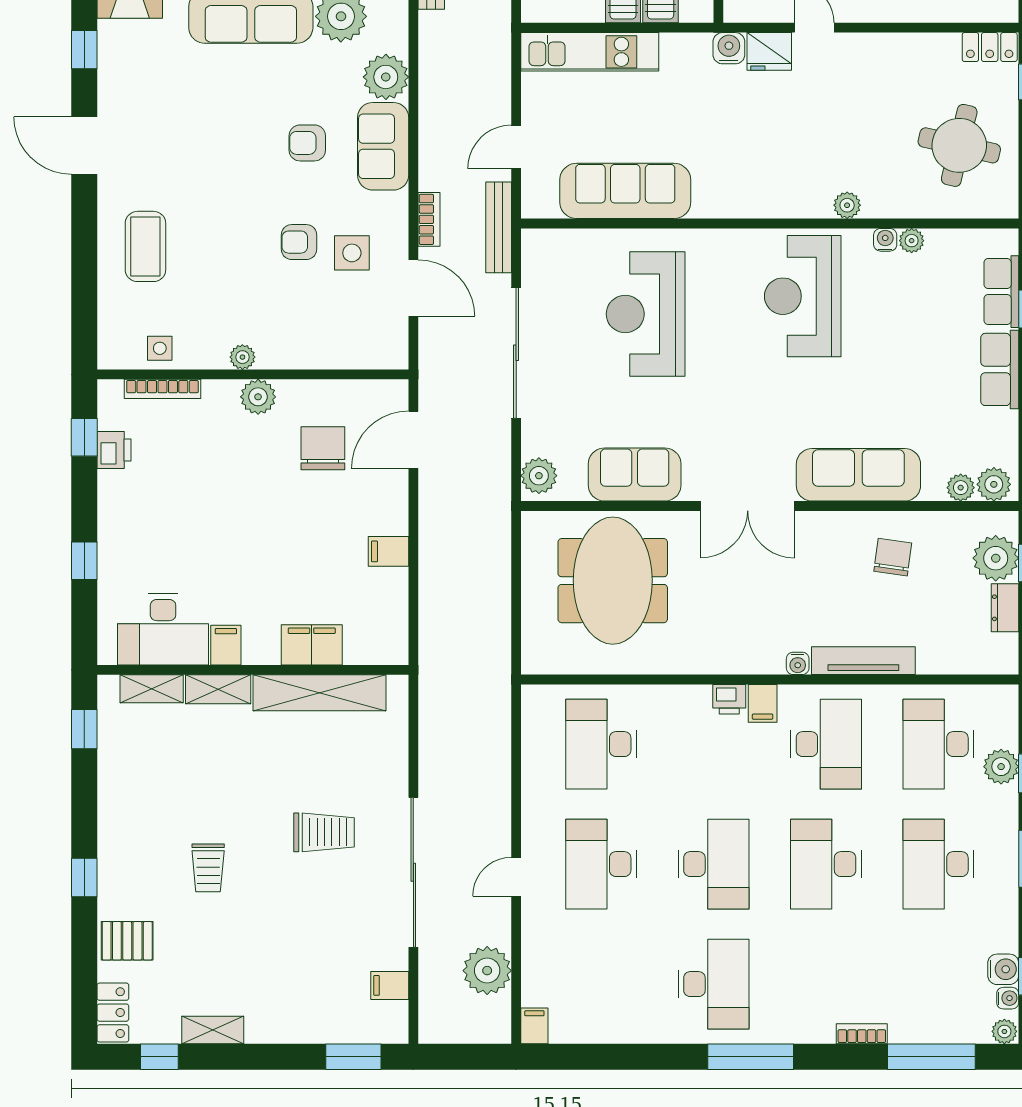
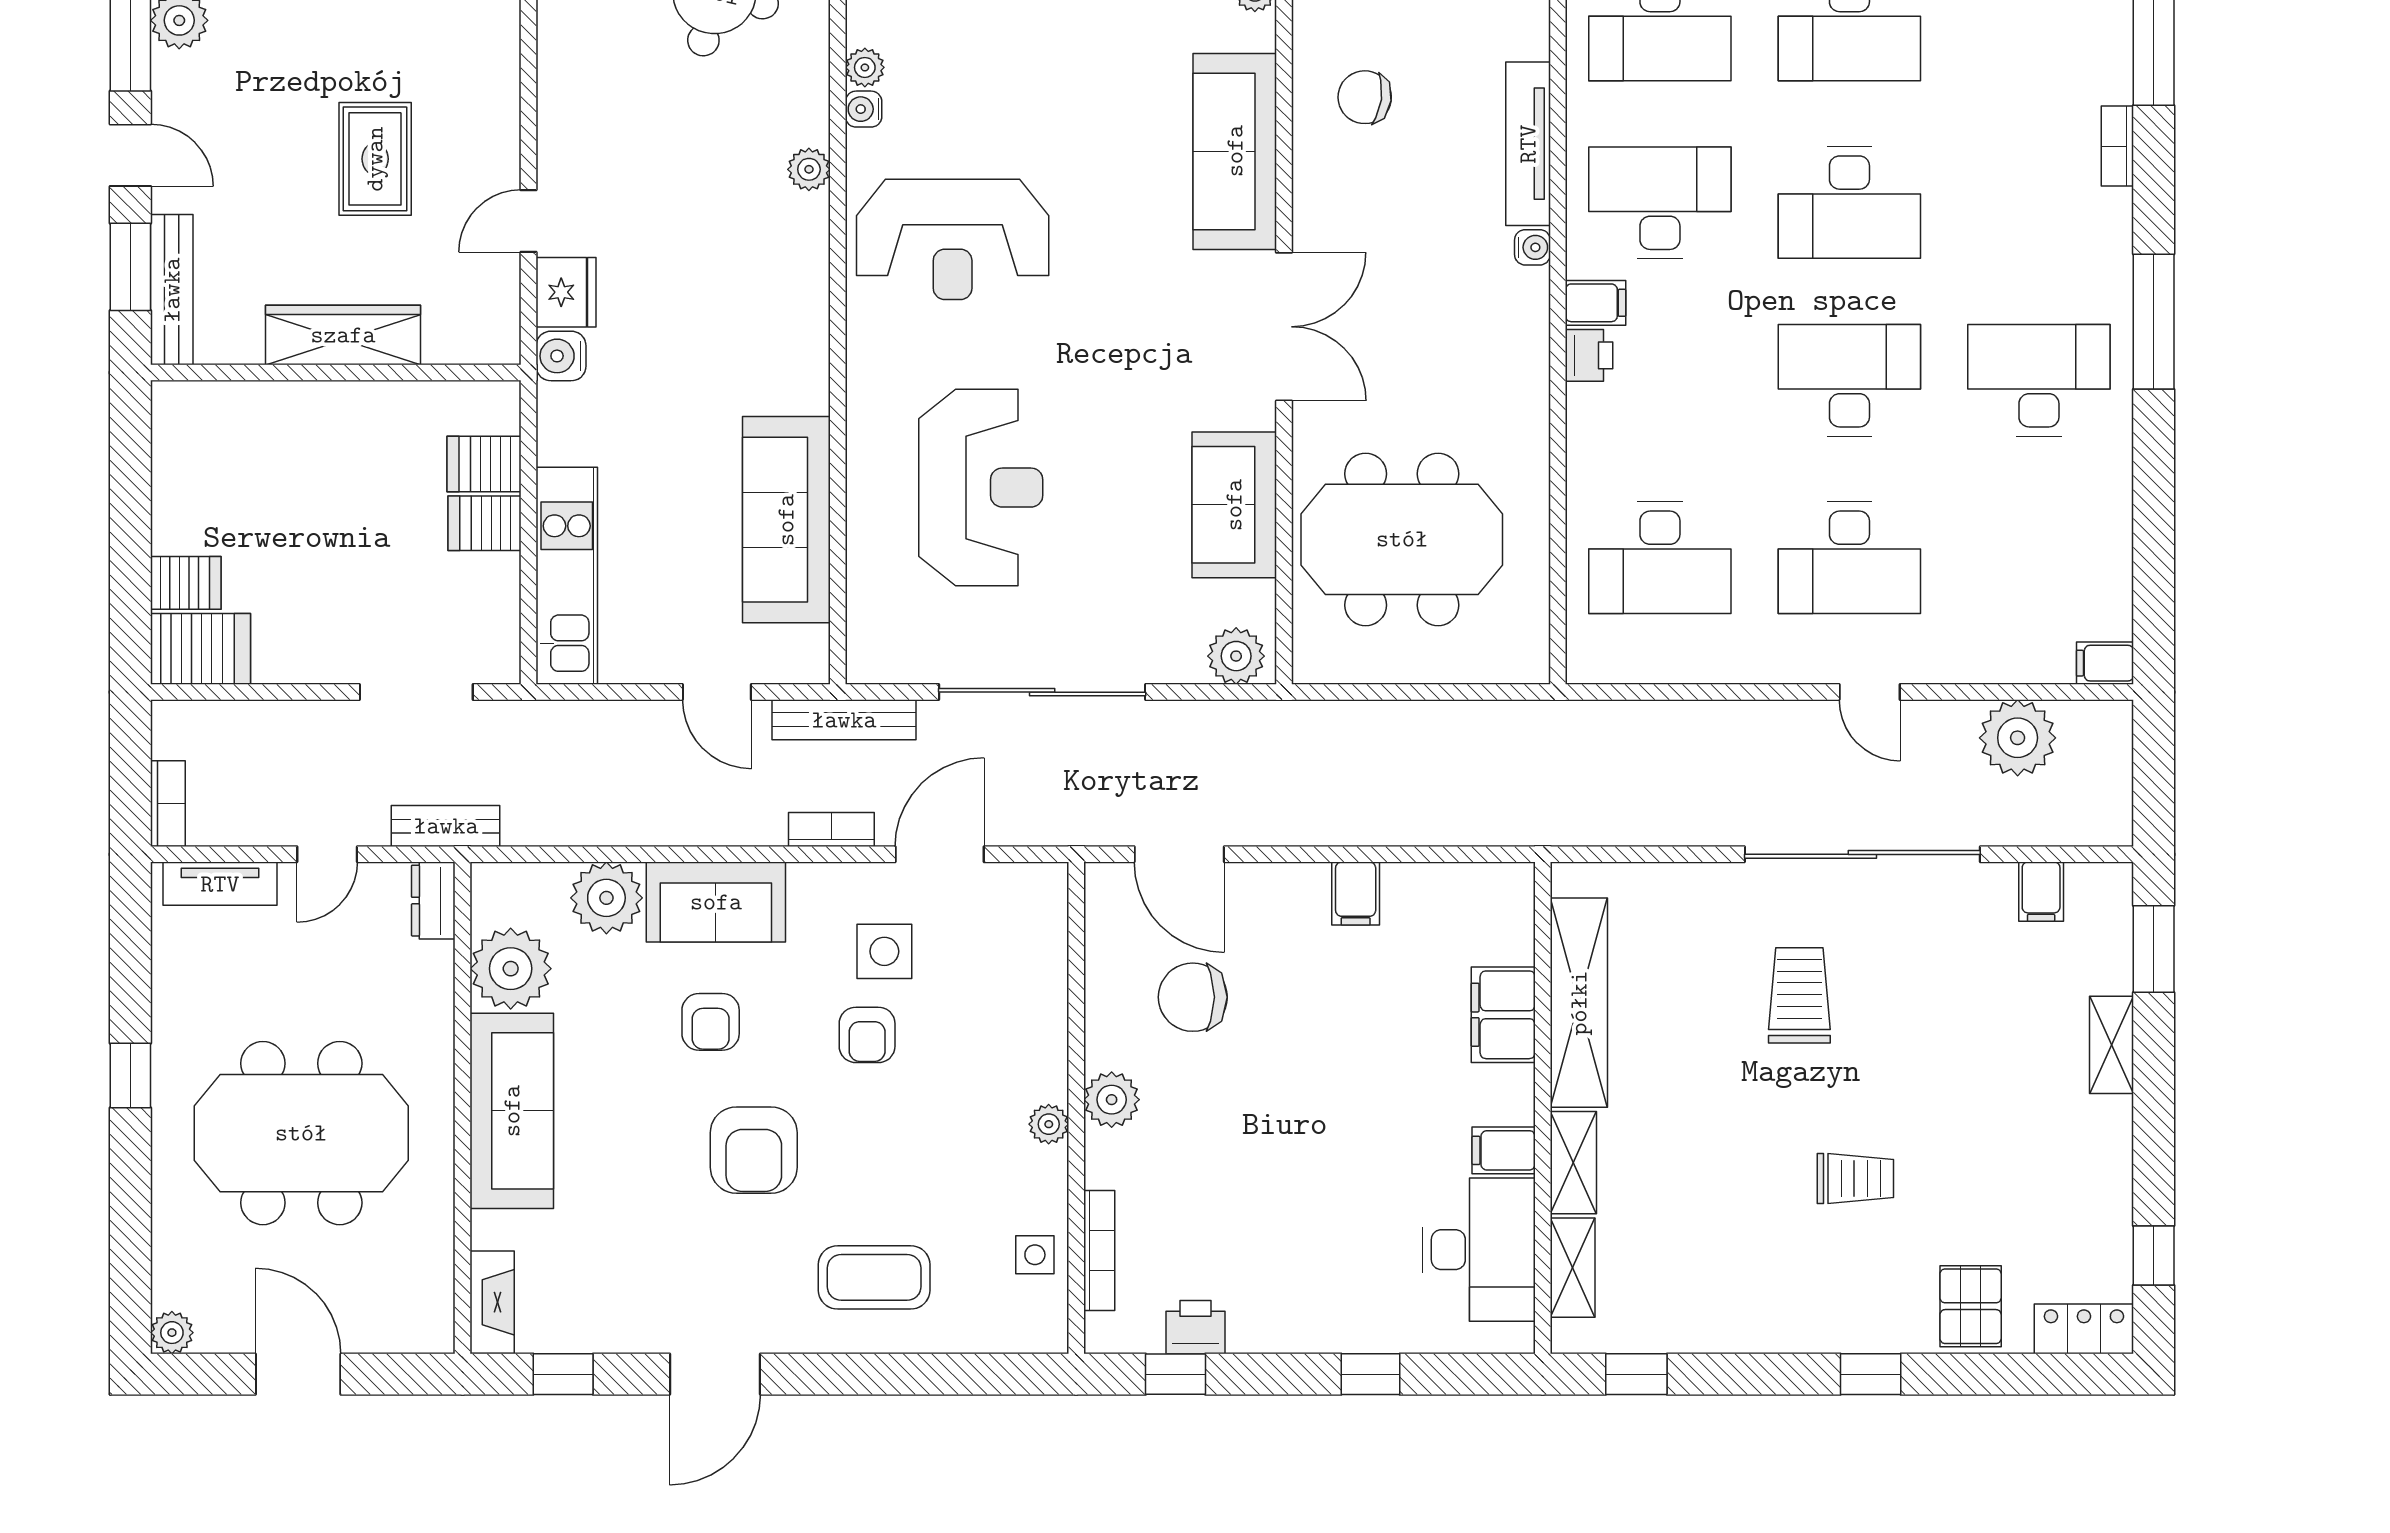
armchair: (226, 170) -> (754, 1150), added
reception desk: (646, 314) -> (981, 488), turned -90
shelving: (213, 1030) -> (2111, 1045), moved

